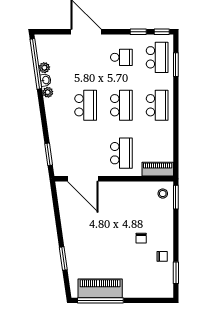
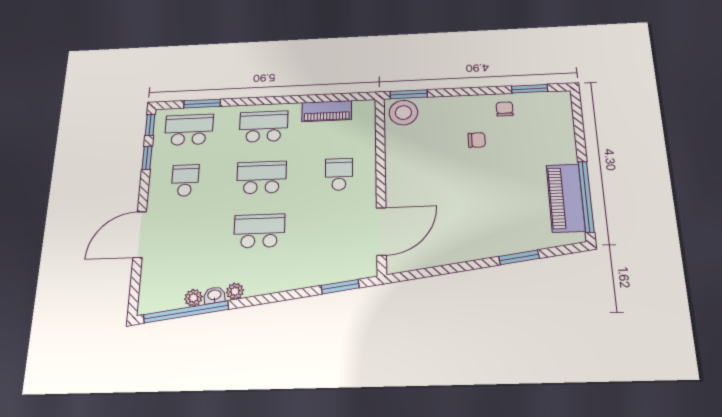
school desk: (121, 153) -> (339, 174), width x0.54
piano: (158, 169) -> (327, 111), moved, turned -90
stool: (163, 194) -> (403, 113), width x1.89, depth x1.89

